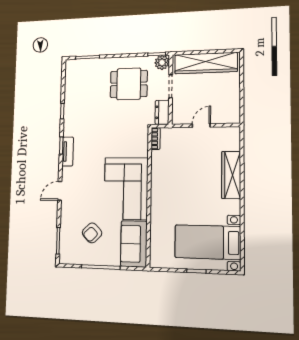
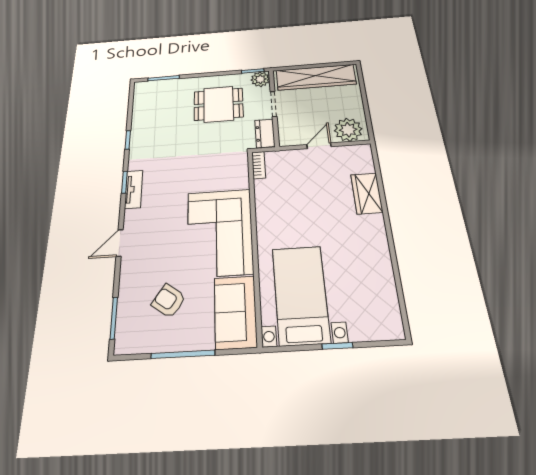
plant: (225, 113) -> (348, 130), added
wardrobe: (231, 175) -> (367, 193), width x0.67
armchair: (92, 233) -> (169, 301), turned 79
bed with nightstands: (208, 242) -> (301, 294), moved, turned 90

